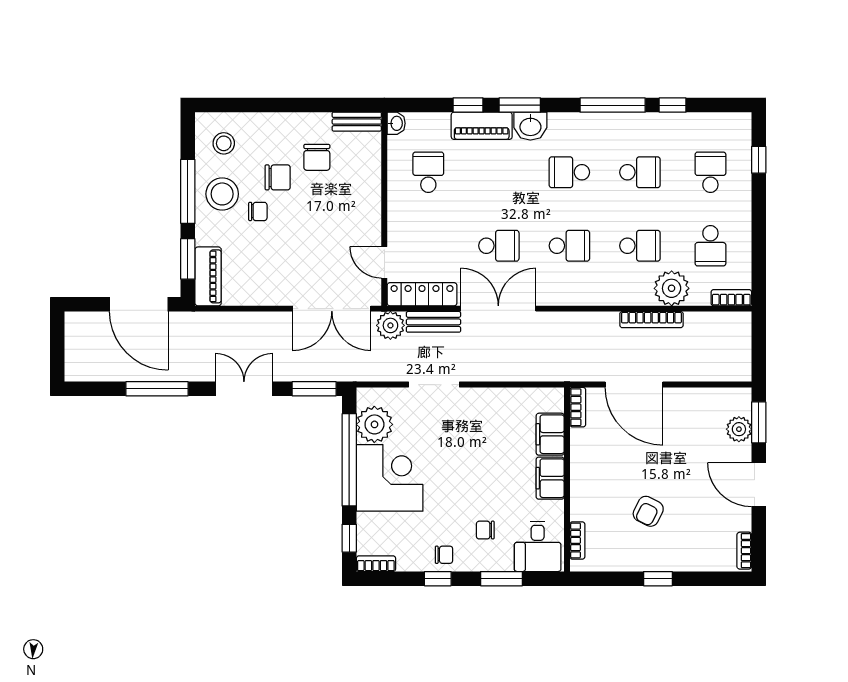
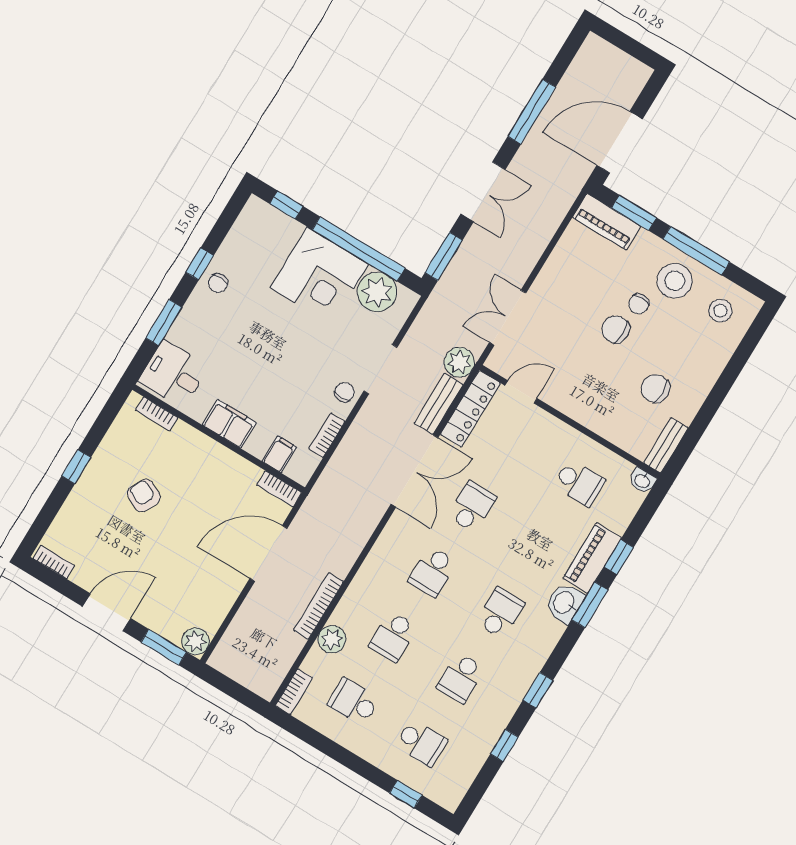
window: (613, 105) -> (538, 690), width x0.46
chair: (278, 177) -> (616, 329), moved, turned 90
school desk: (499, 246) -> (472, 507), turned 180
plant: (672, 288) -> (332, 639), width x0.73, depth x0.73
double door: (332, 309) -> (508, 318), width x0.73
plant: (739, 429) -> (195, 641), moved
filing cabinet: (550, 434) -> (279, 454), width x0.50
chair: (485, 530) -> (344, 392), moved
bookcase: (376, 564) -> (327, 435), moved, turned 180

